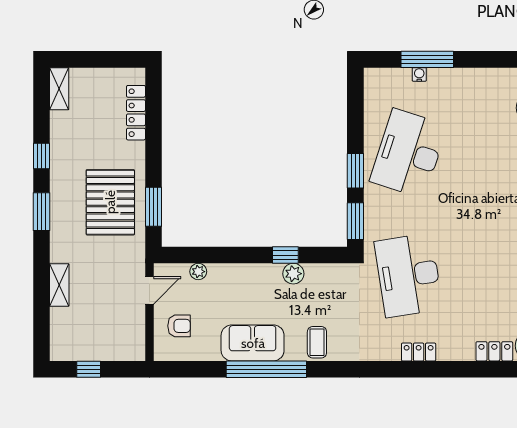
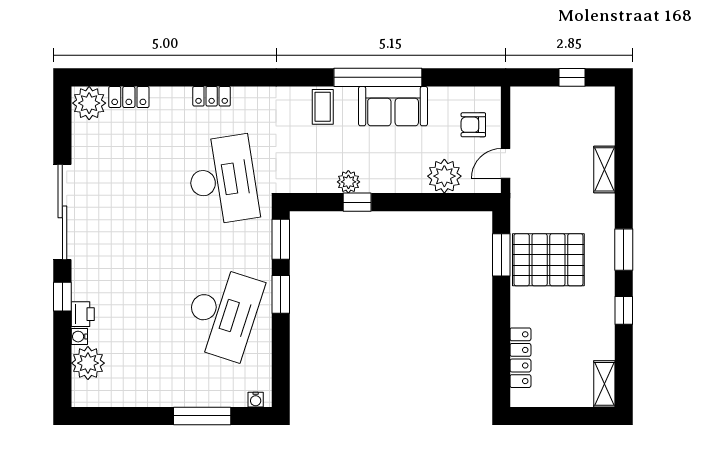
water cooler: (419, 74) -> (256, 400), moved
pallet: (110, 202) -> (548, 260), turned 90
plant: (198, 272) -> (444, 176), width x1.87, depth x1.87

